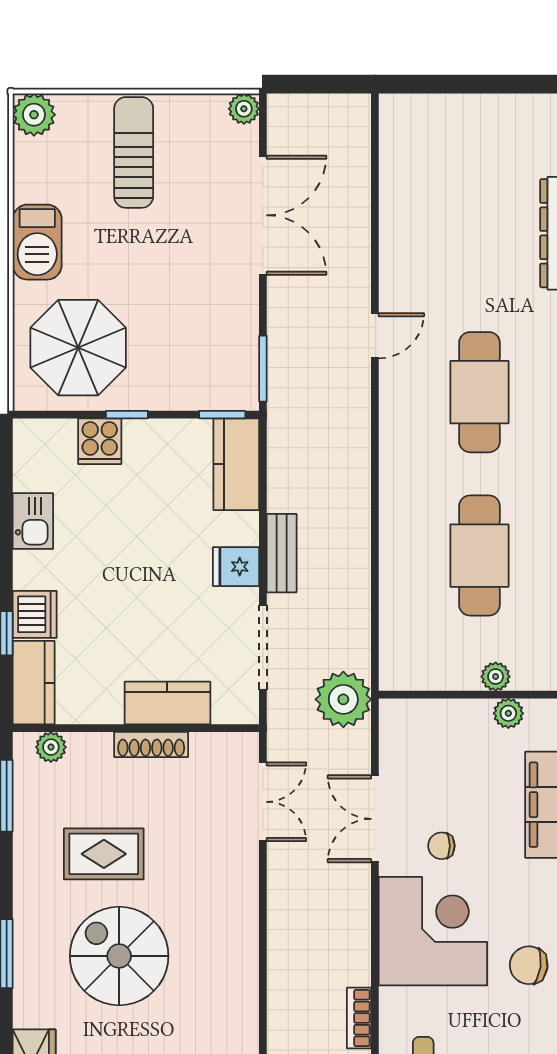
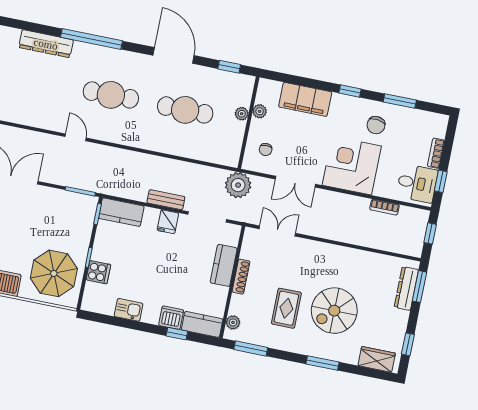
chair: (441, 846) -> (266, 150), moved

